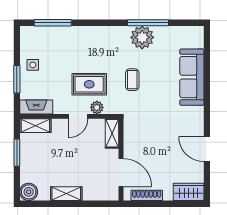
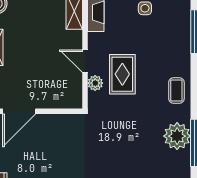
coffee table: (132, 80) -> (176, 91), moved, turned 90
shelving: (112, 133) -> (65, 101), removed

